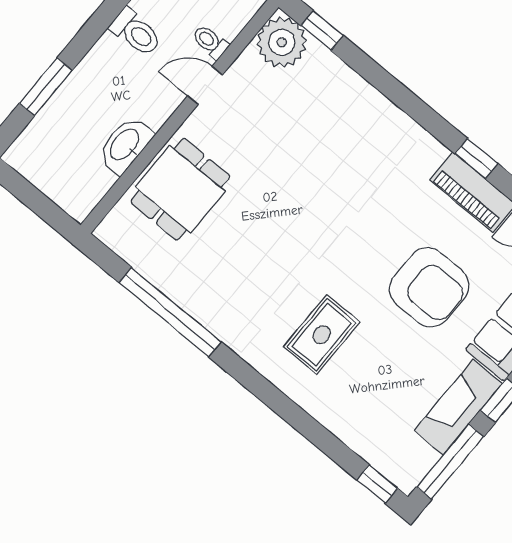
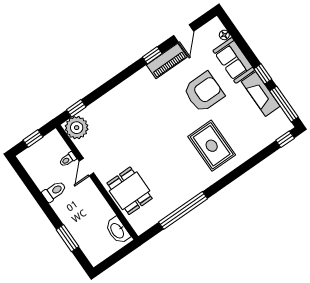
washbasin: (125, 145) -> (117, 231), moved
rug: (322, 335) -> (212, 146), width x1.36, depth x1.43

